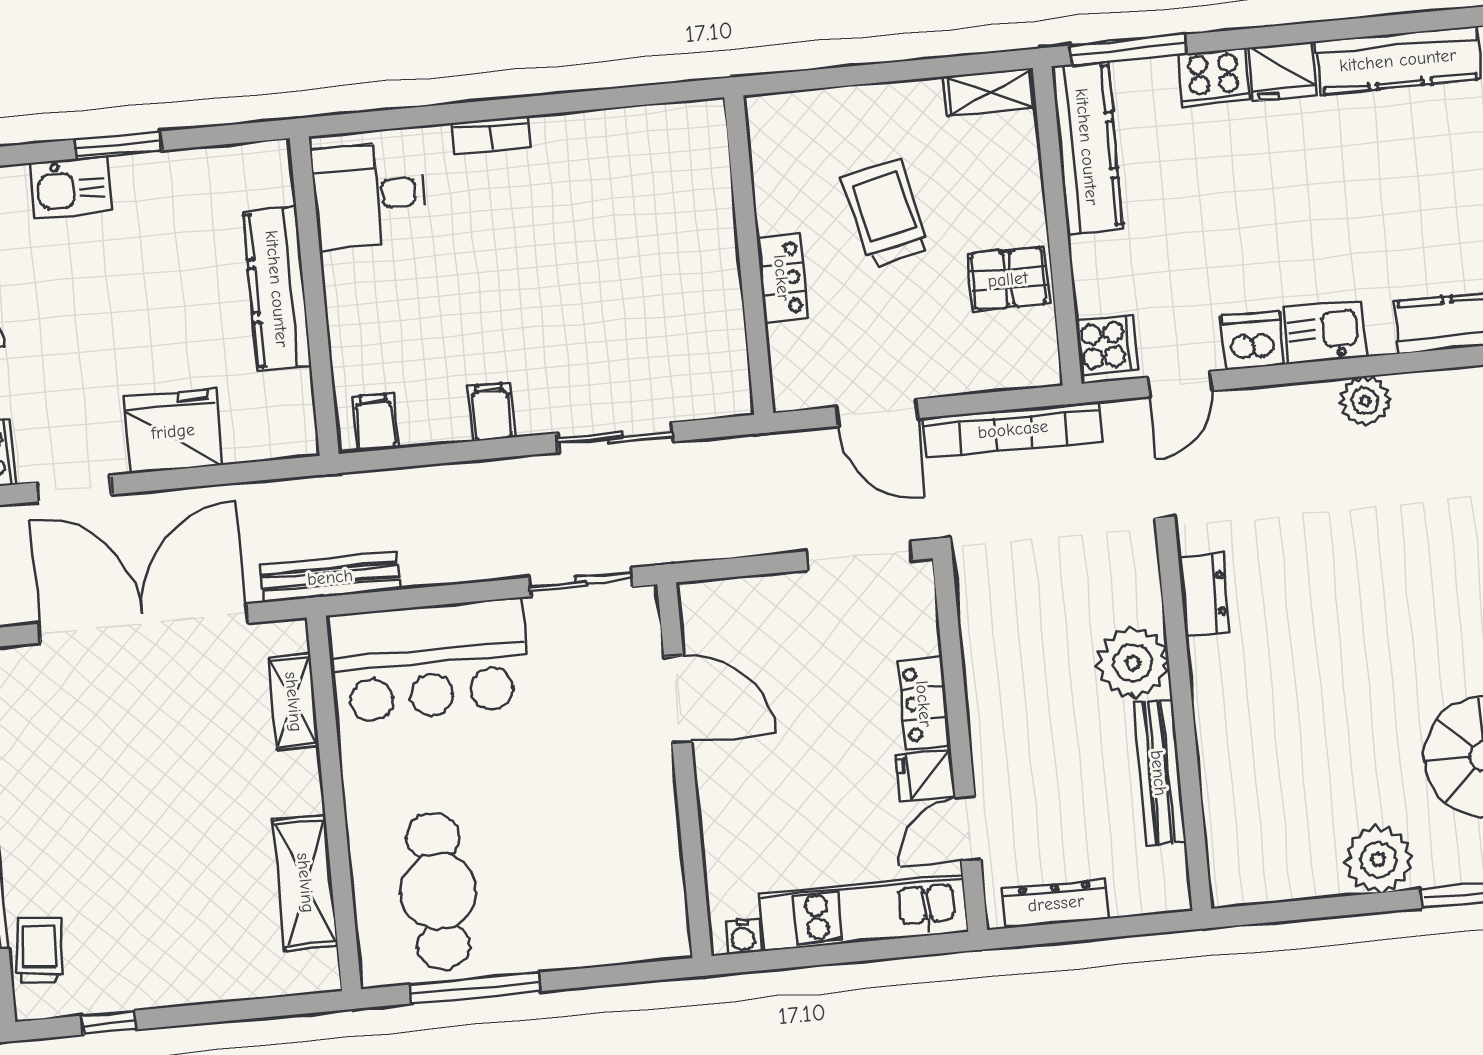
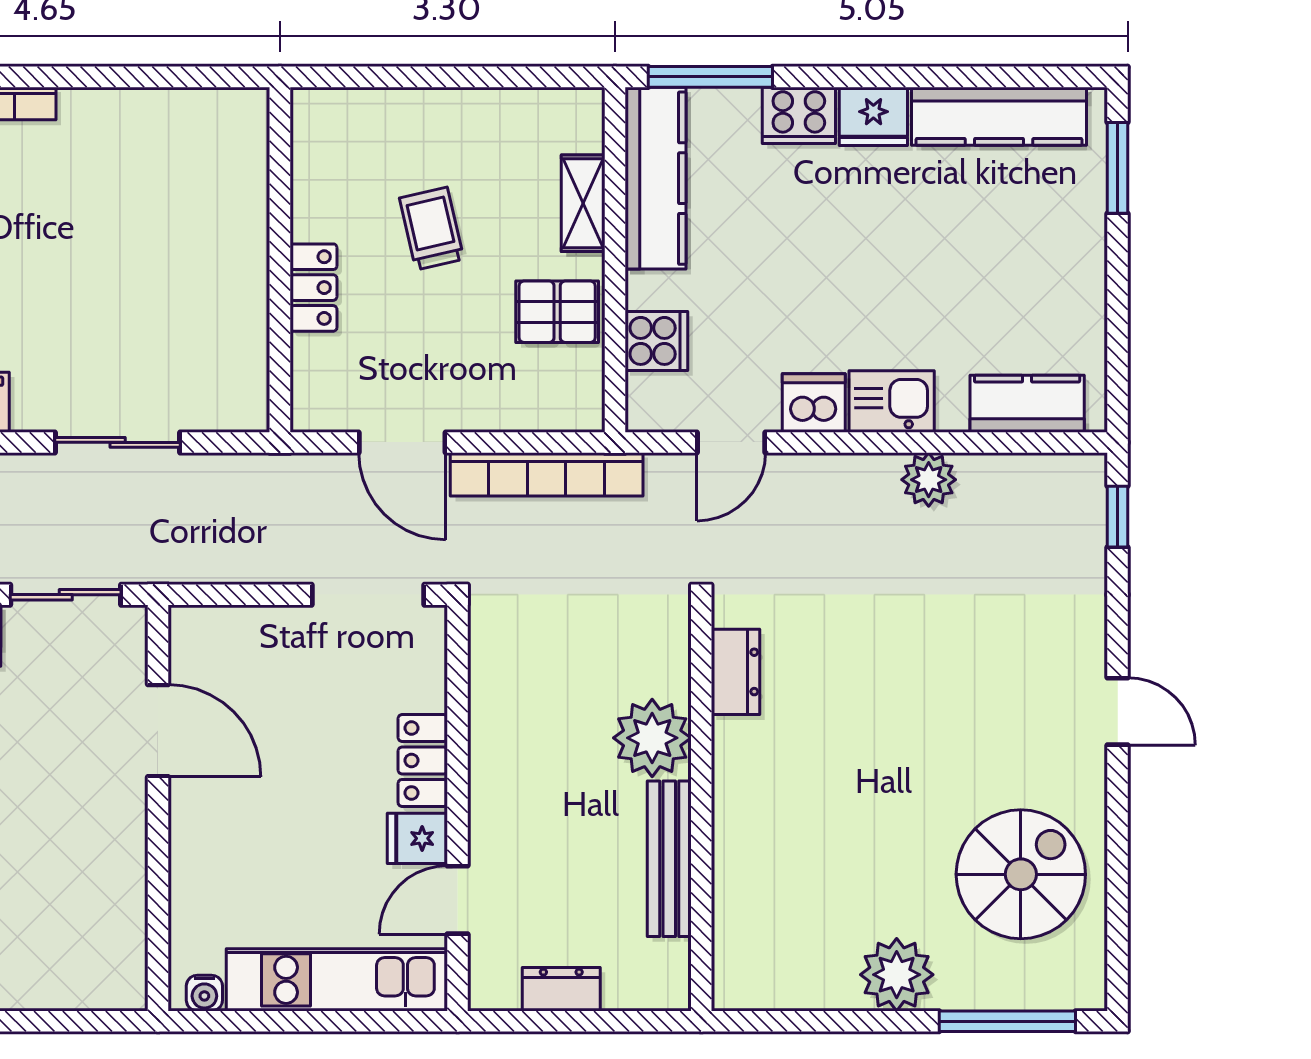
shelving: (990, 92) -> (583, 203), moved, turned 90
trolley: (886, 213) -> (432, 229), width x0.73, depth x0.72
cooker: (1107, 345) -> (656, 341), moved
dresser: (1056, 903) -> (561, 989), width x0.70

